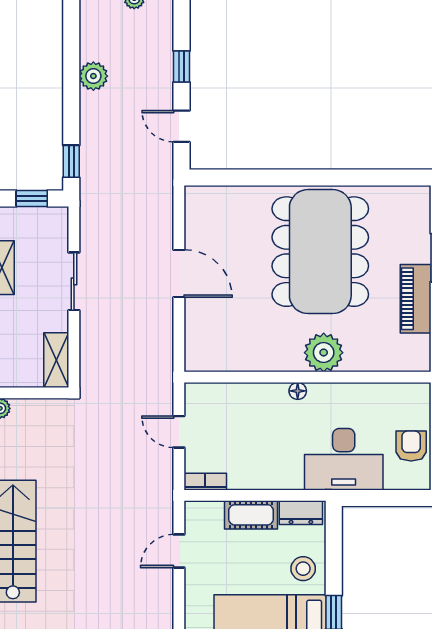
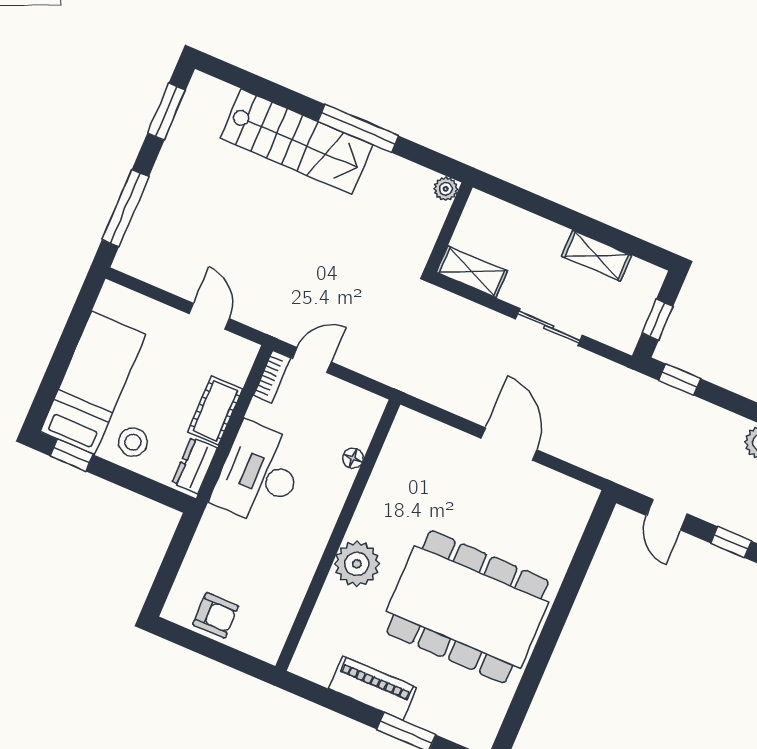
door: (182, 126) -> (667, 515), swing flipped
door: (179, 273) -> (509, 444), swing flipped
floor lamp: (298, 391) -> (353, 458), moved
door: (179, 432) -> (312, 360), moved
desk: (344, 459) -> (259, 474), moved

